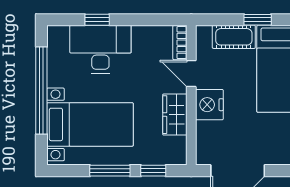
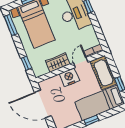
cot: (234, 37) -> (103, 73), width x1.37, depth x1.34
window: (110, 171) -> (11, 25), moved

